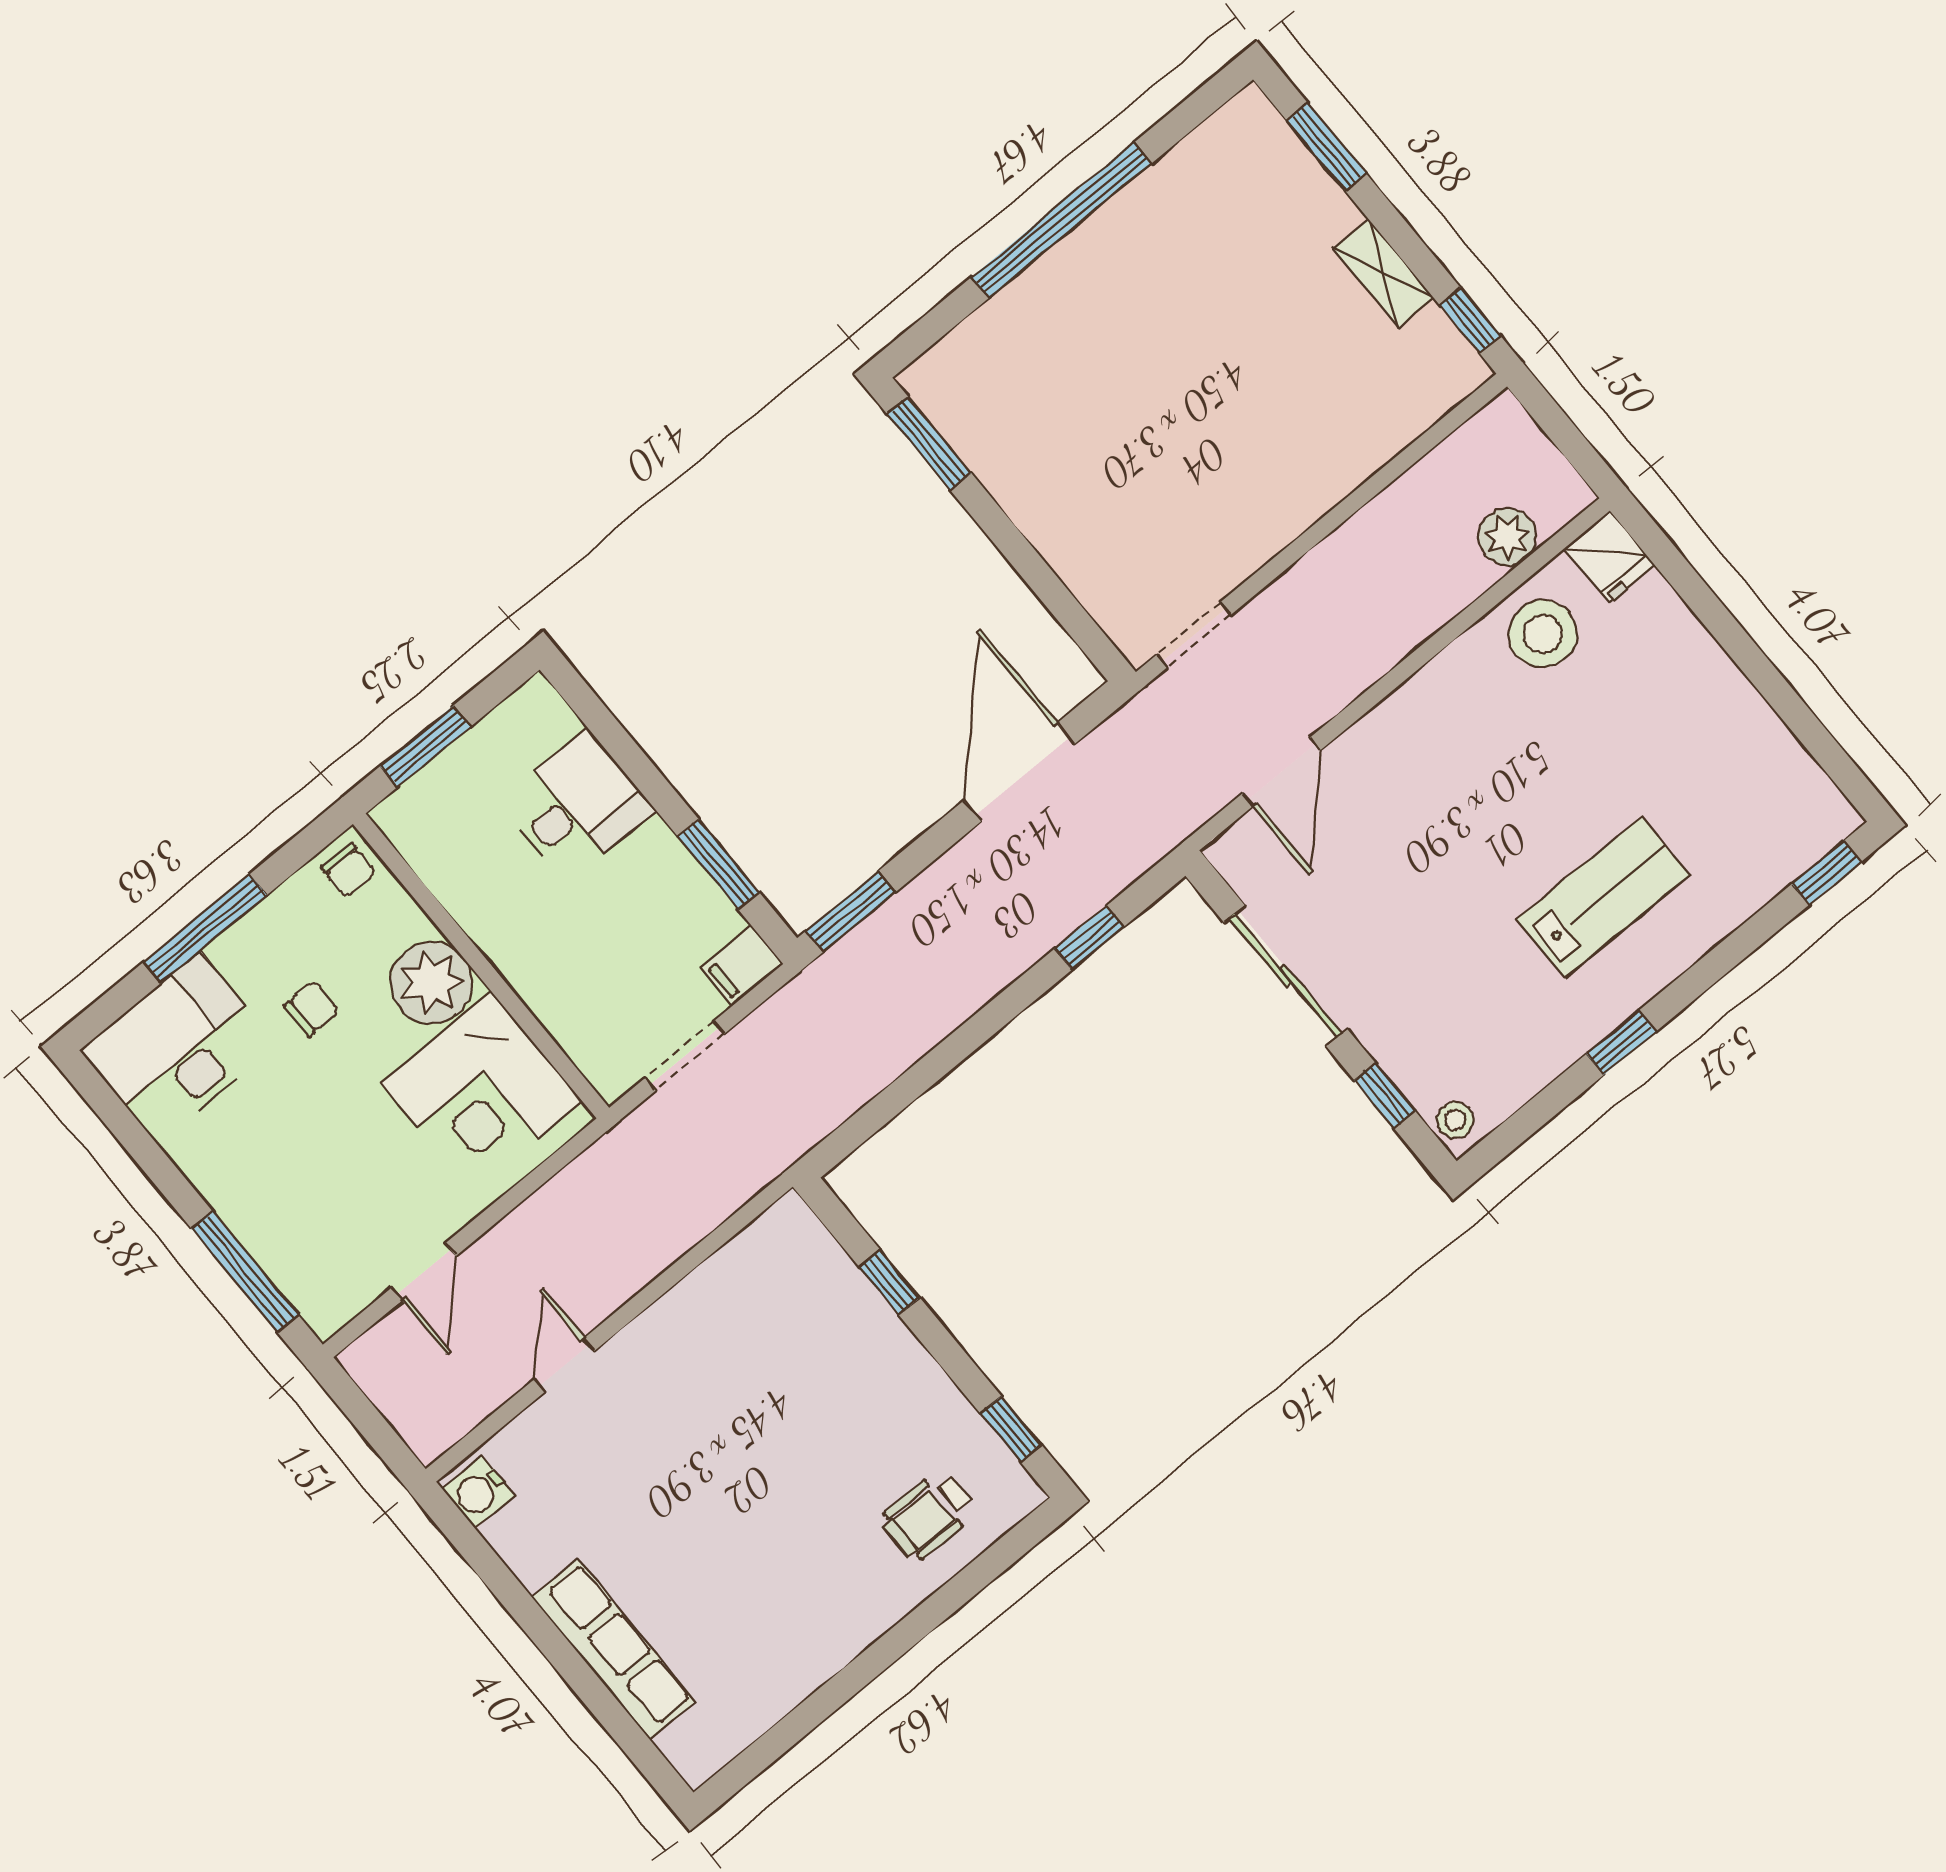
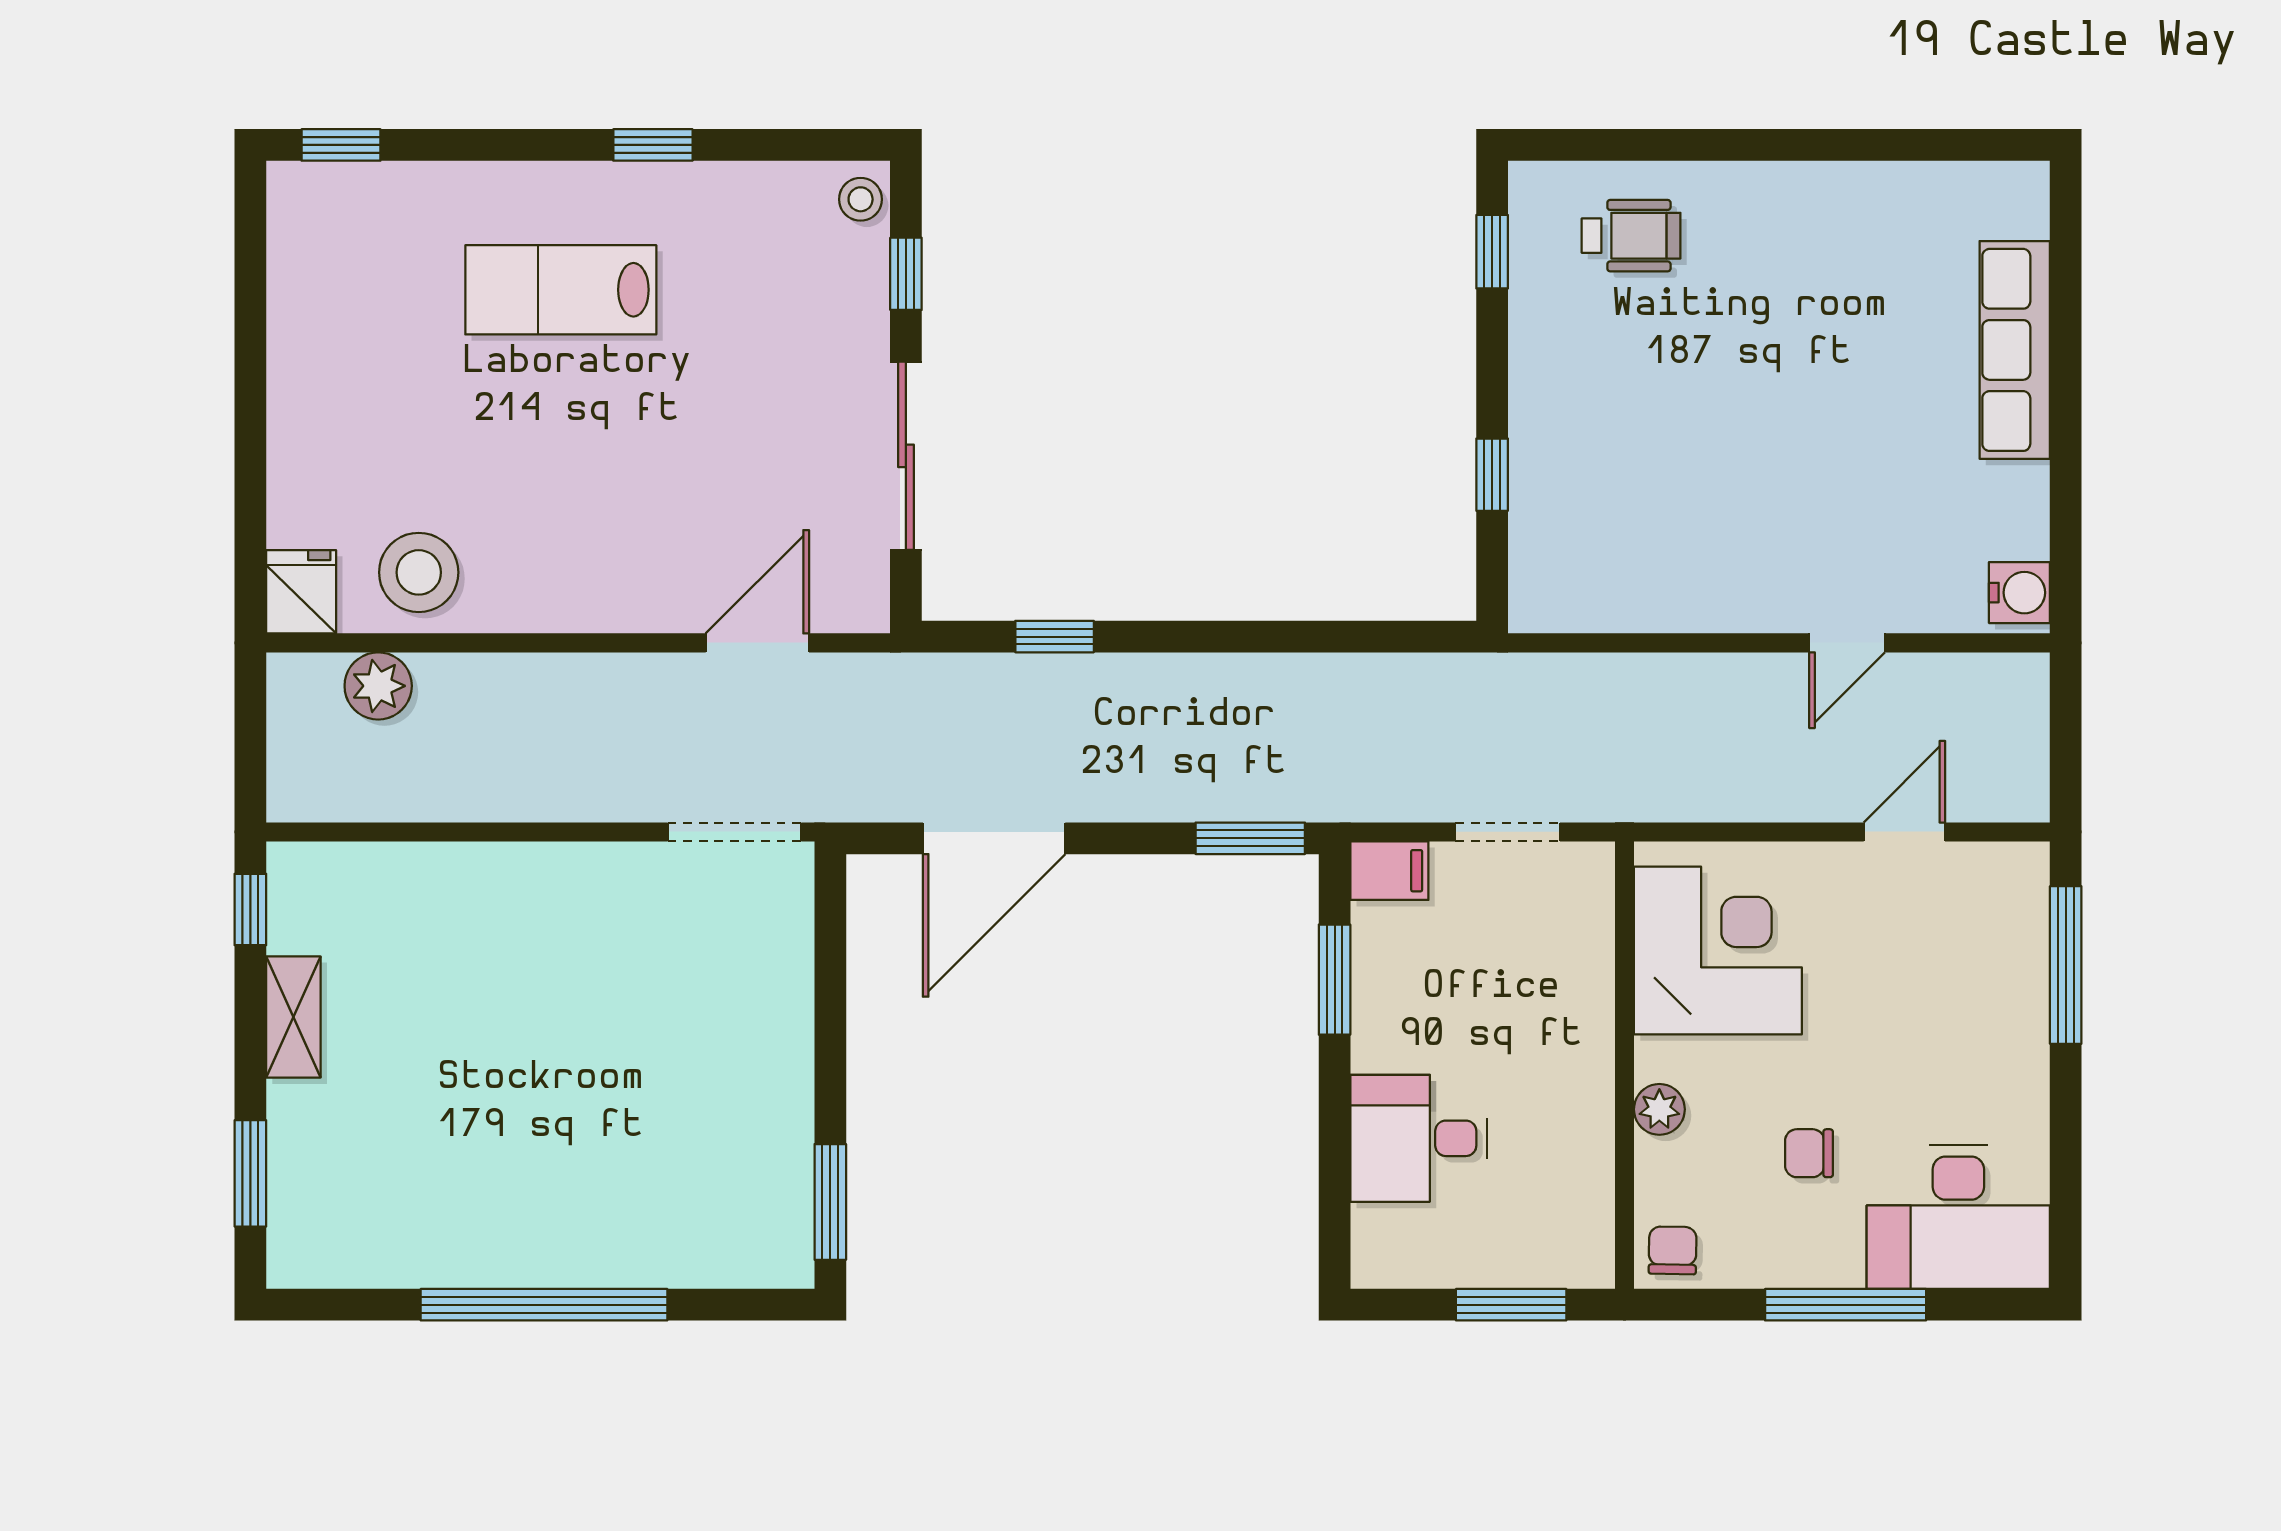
doorway: (1194, 635) -> (734, 832), width x1.38
plant: (431, 983) -> (1659, 1109), width x0.53, depth x0.53

